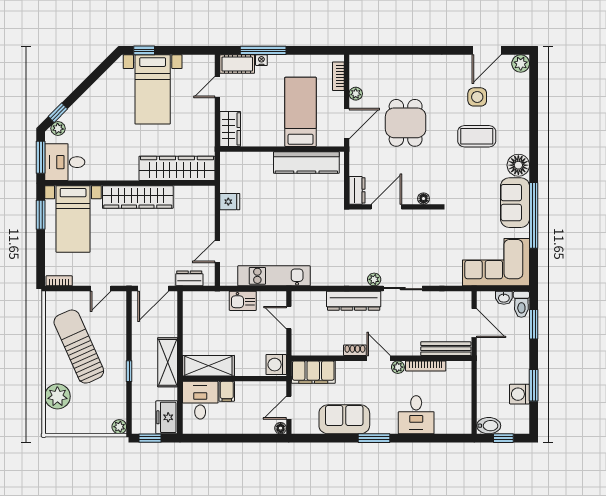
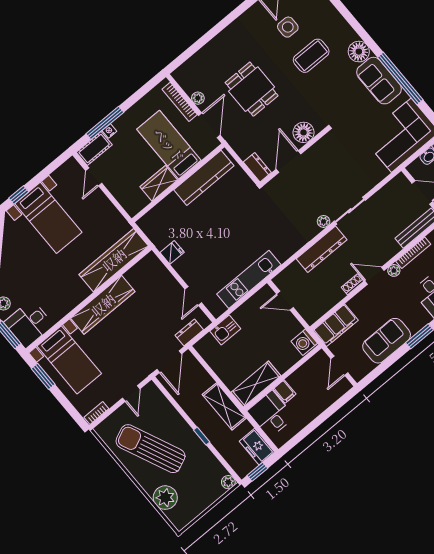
bookcase: (338, 76) -> (180, 102), width x1.56
wardrobe: (230, 129) -> (159, 183), moved, turned -90
floor lamp: (423, 199) -> (304, 132), width x1.89, depth x1.89
kitchen sink: (243, 301) -> (225, 330), moved
floor lamp: (281, 428) -> (346, 386), removed

